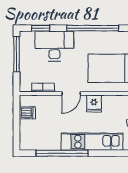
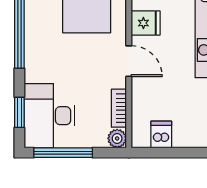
desk: (54, 46) -> (49, 116), moved
plant: (25, 86) -> (117, 138), added

